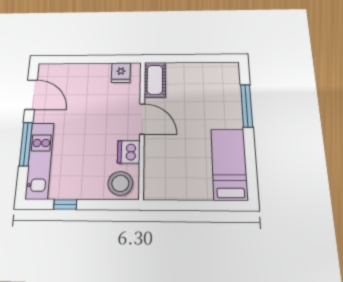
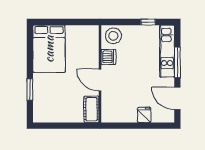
fridge: (121, 73) -> (144, 115), moved
window: (247, 106) -> (30, 89), width x0.69
bed: (229, 164) -> (49, 49), width x1.50

